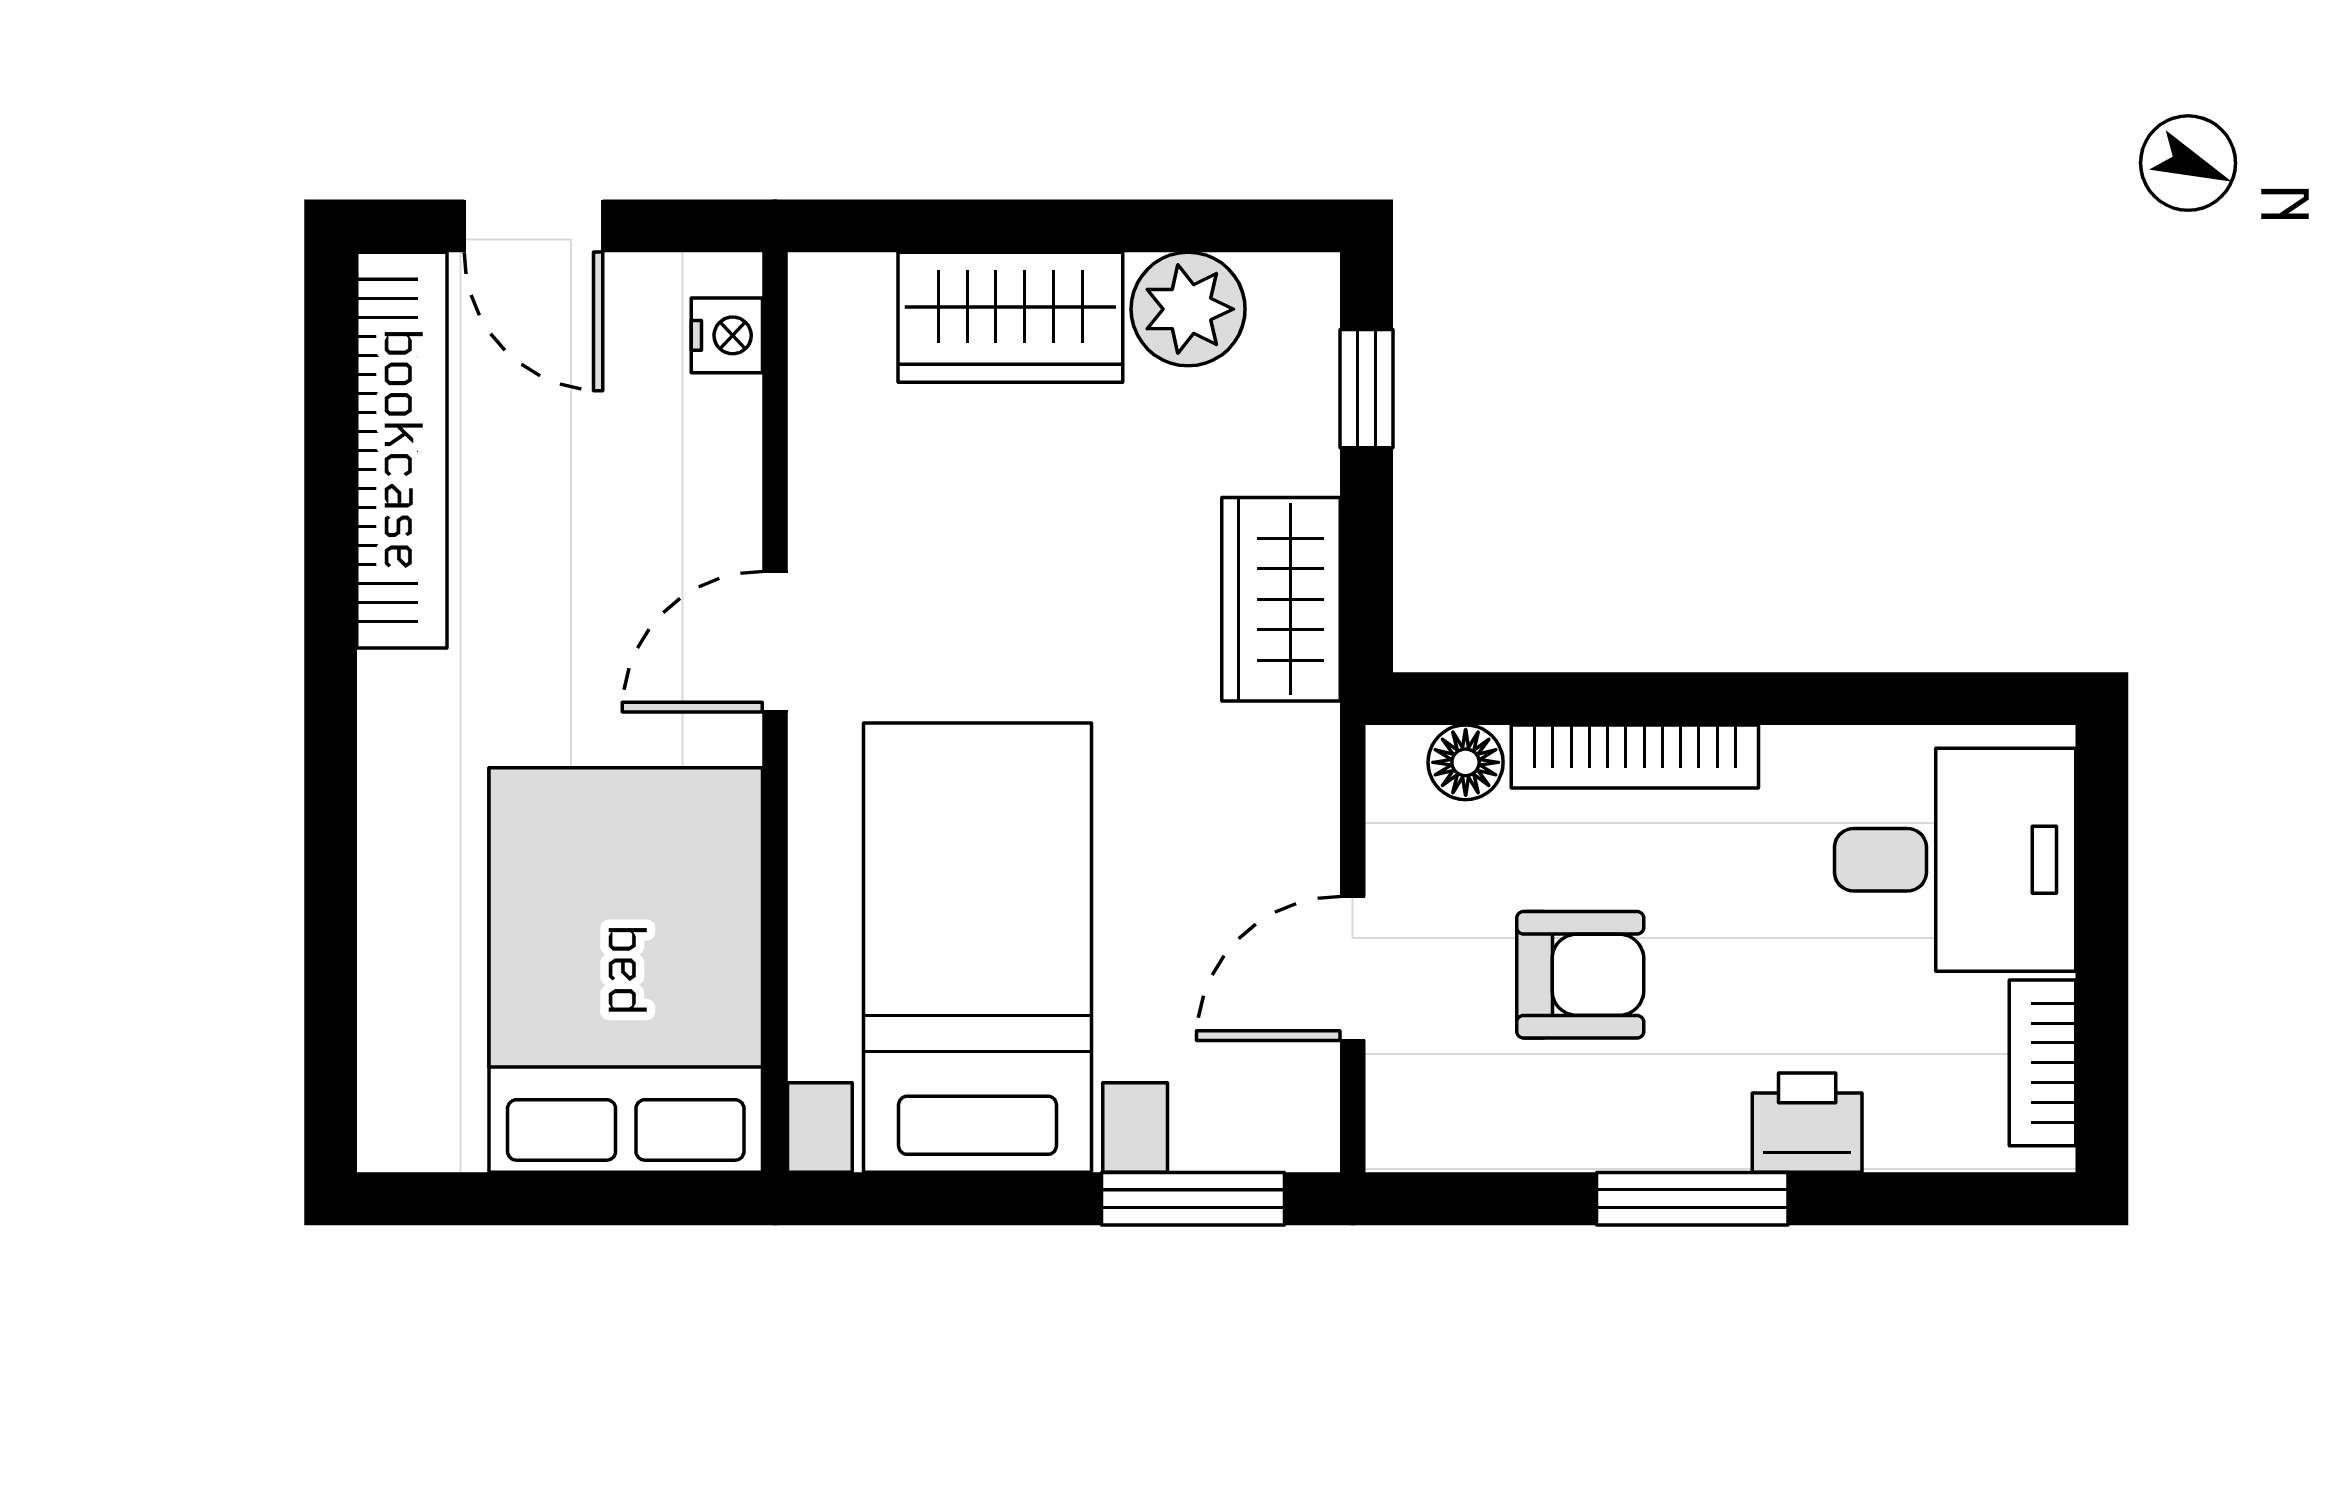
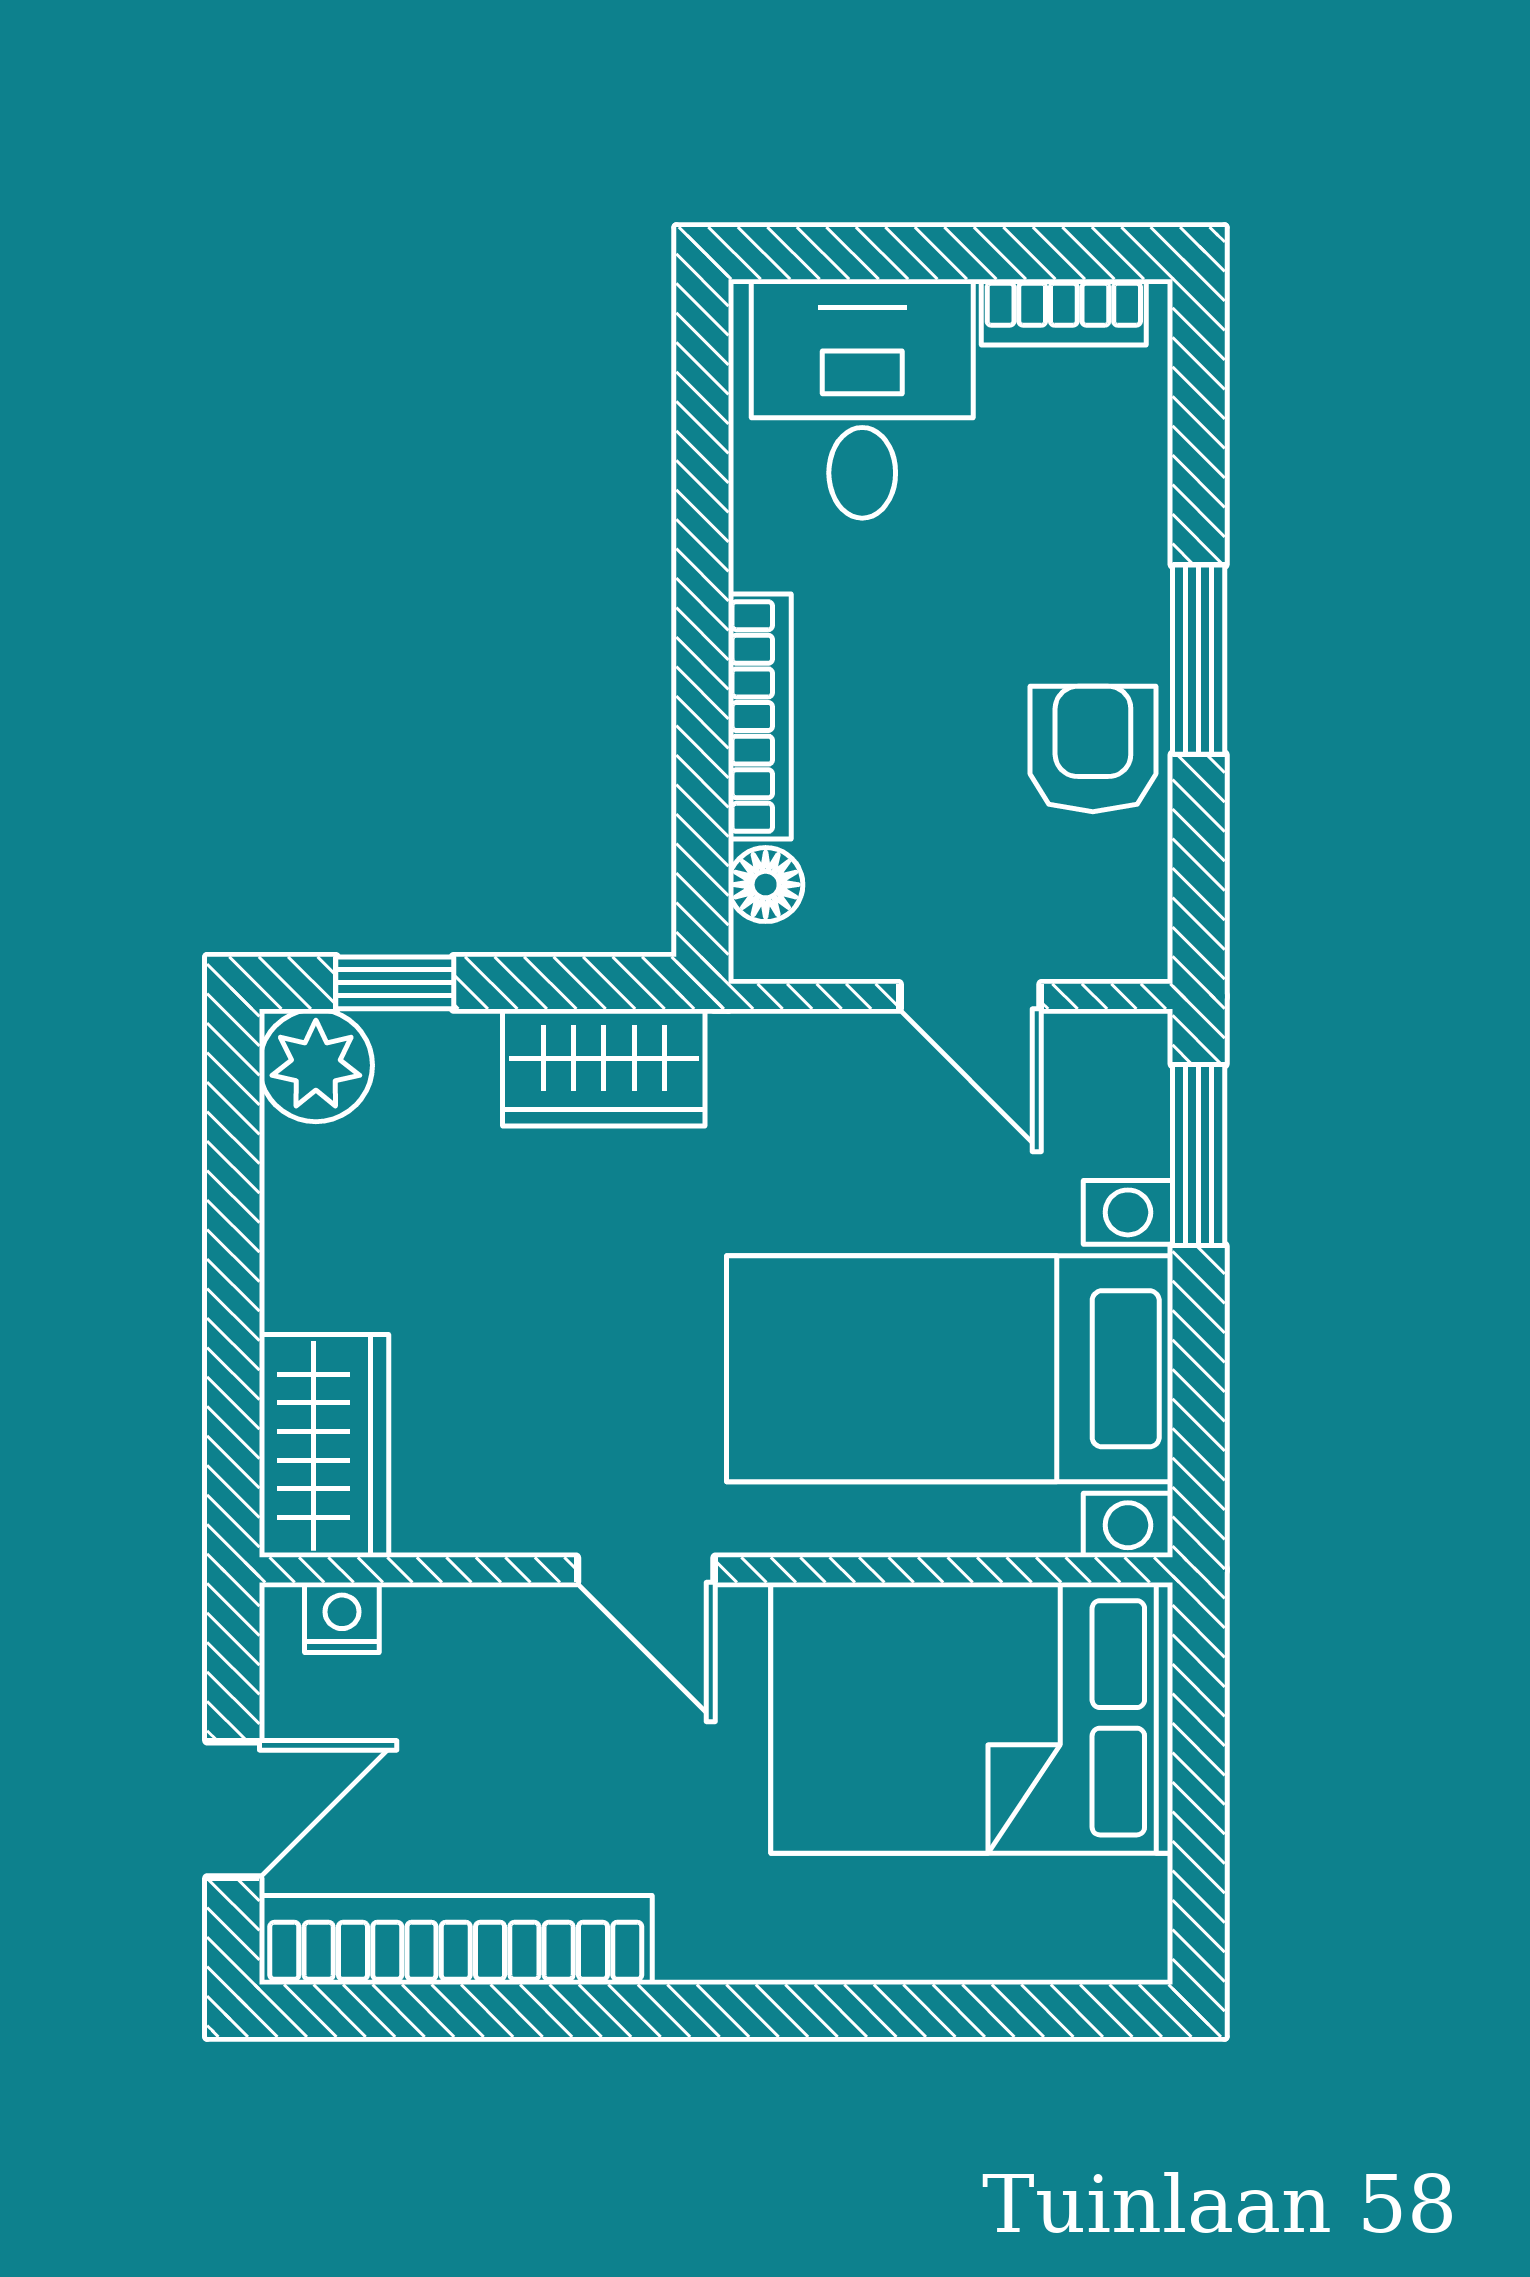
plant: (1188, 309) -> (316, 1065), moved
wardrobe: (1010, 317) -> (324, 1446), moved
armchair: (1580, 975) -> (1093, 749), moved
printer: (1807, 1123) -> (1123, 546), removed

